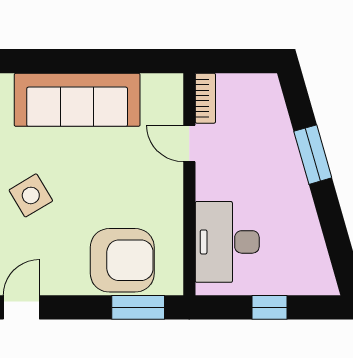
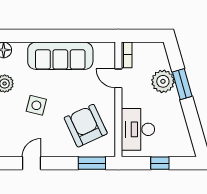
plant: (275, 149) -> (163, 81), added
side table: (31, 195) -> (36, 105), turned 45
armchair: (122, 260) -> (86, 126), moved, turned -115

